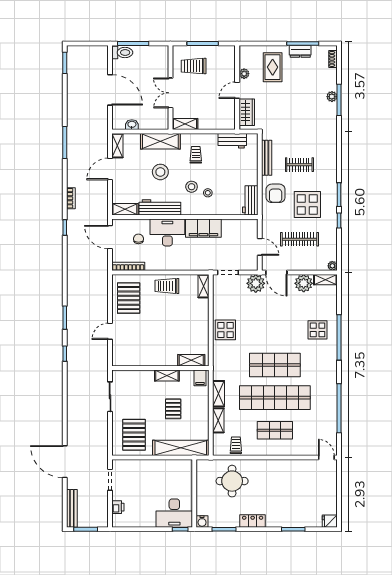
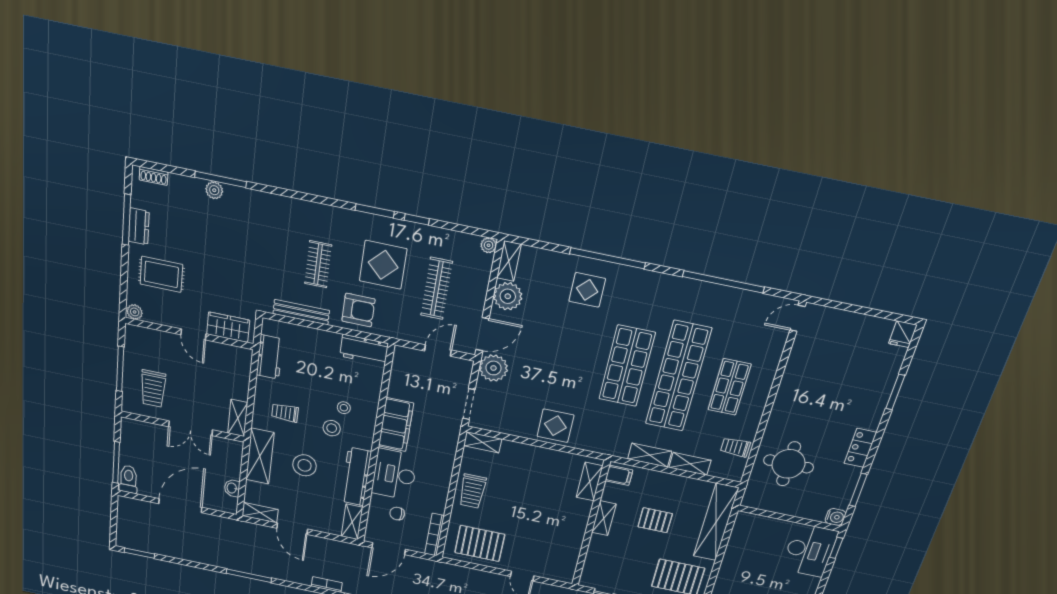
plant: (244, 74) -> (135, 312), moved

